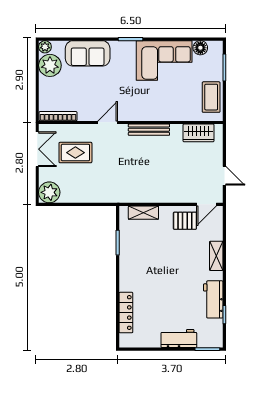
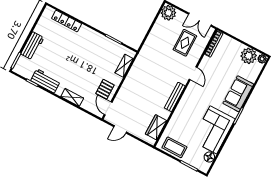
sofa: (88, 53) -> (238, 94), moved

